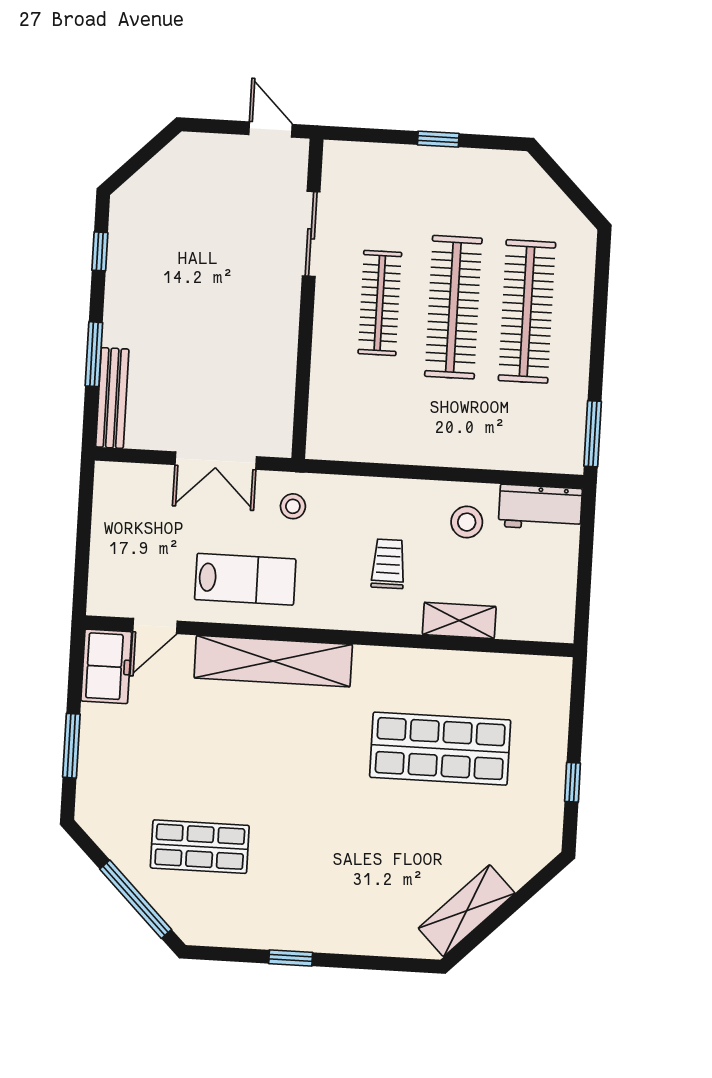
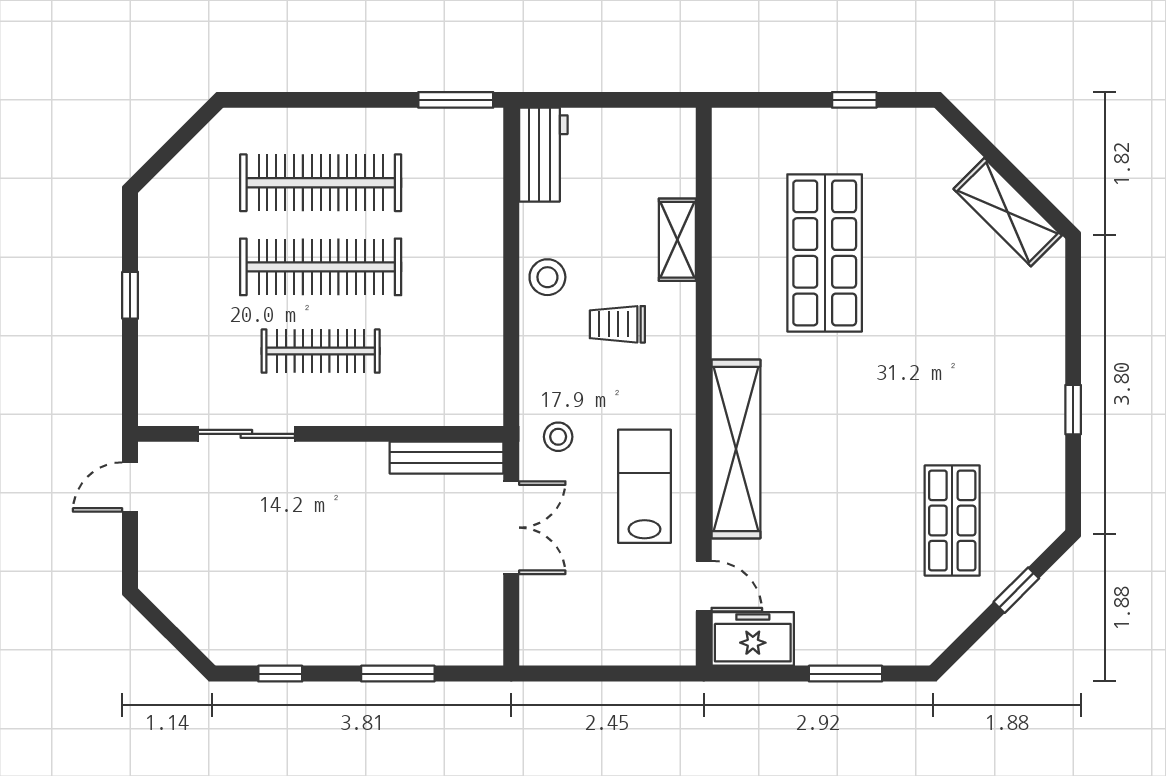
bench: (112, 398) -> (447, 458), moved
stool: (467, 522) -> (547, 277), moved
window: (136, 899) -> (1016, 590), width x0.46

